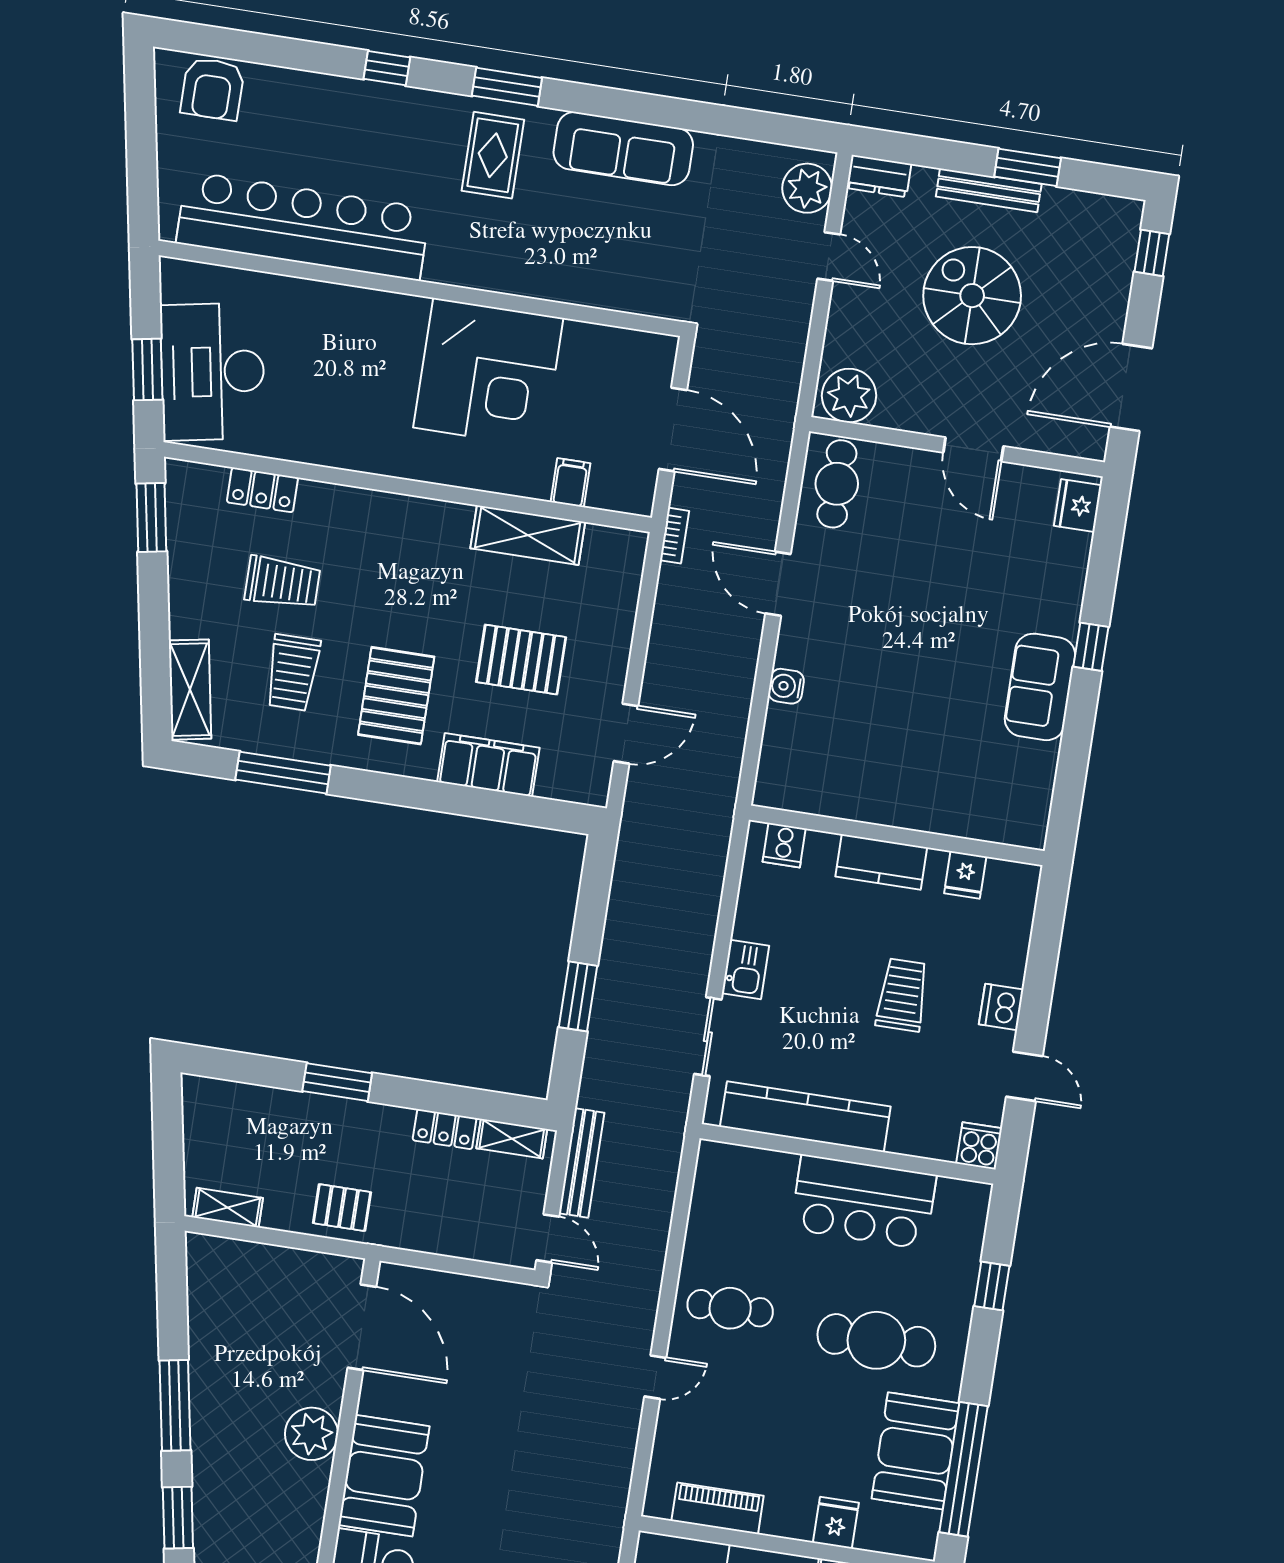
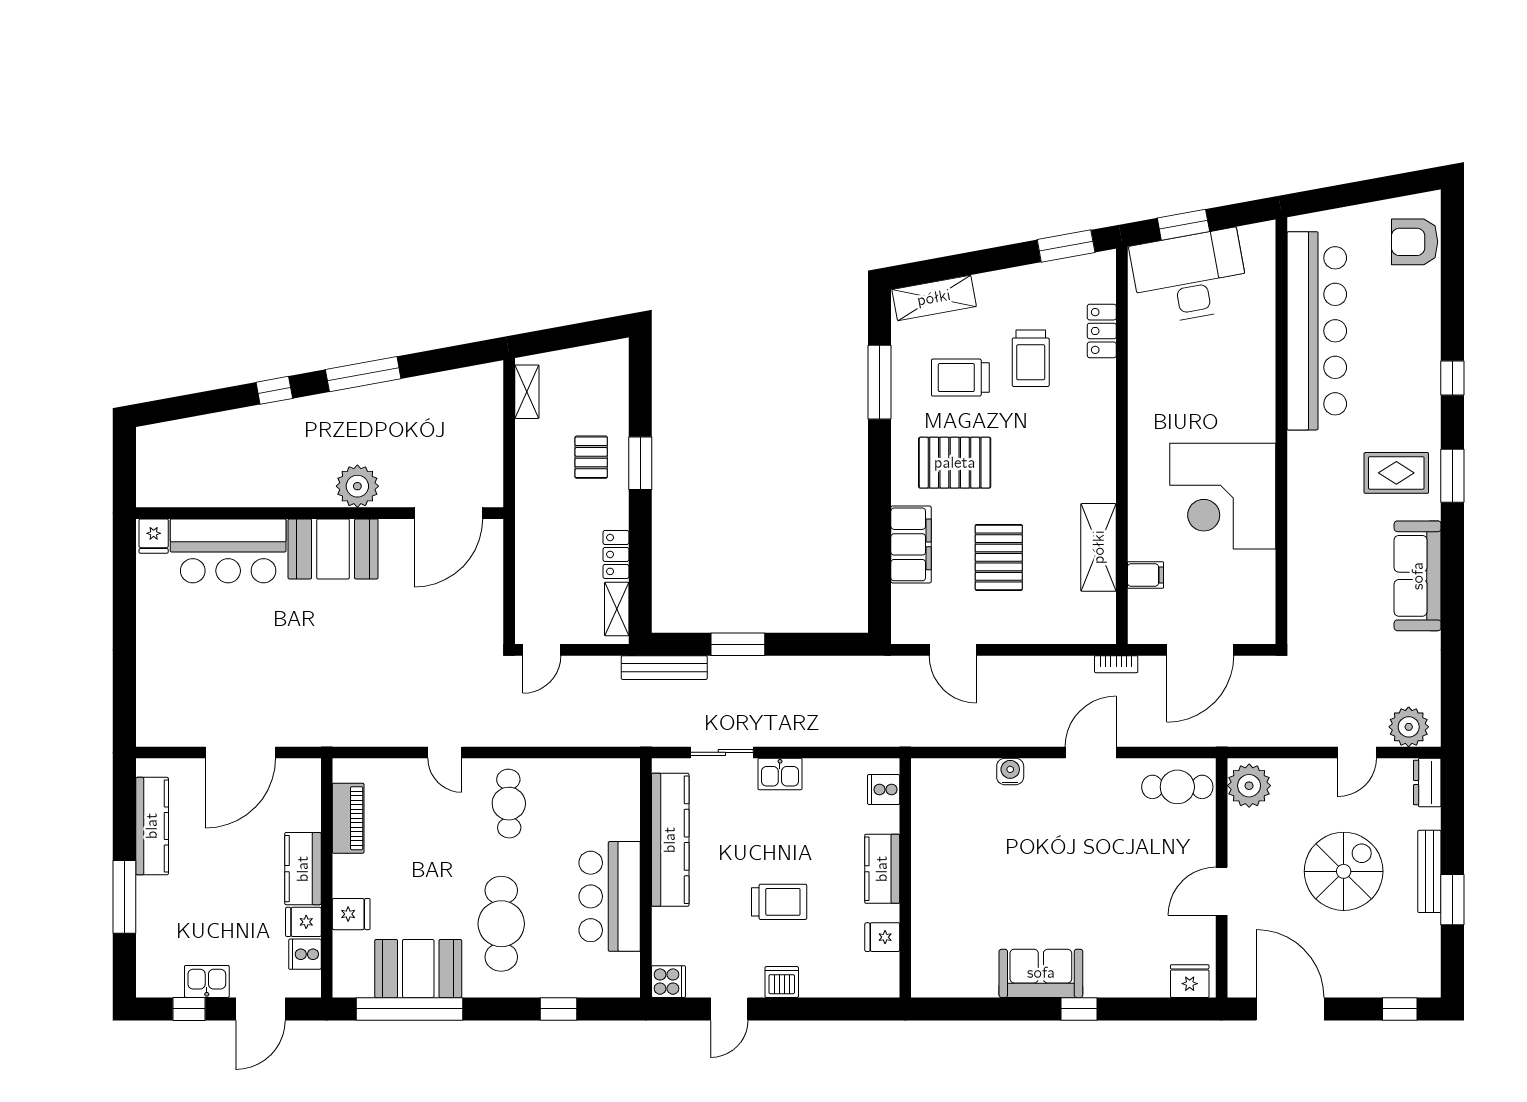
bench: (582, 1163) -> (664, 668), moved
pallet: (342, 1208) -> (591, 457), moved
window: (178, 1518) -> (274, 390), width x0.67

